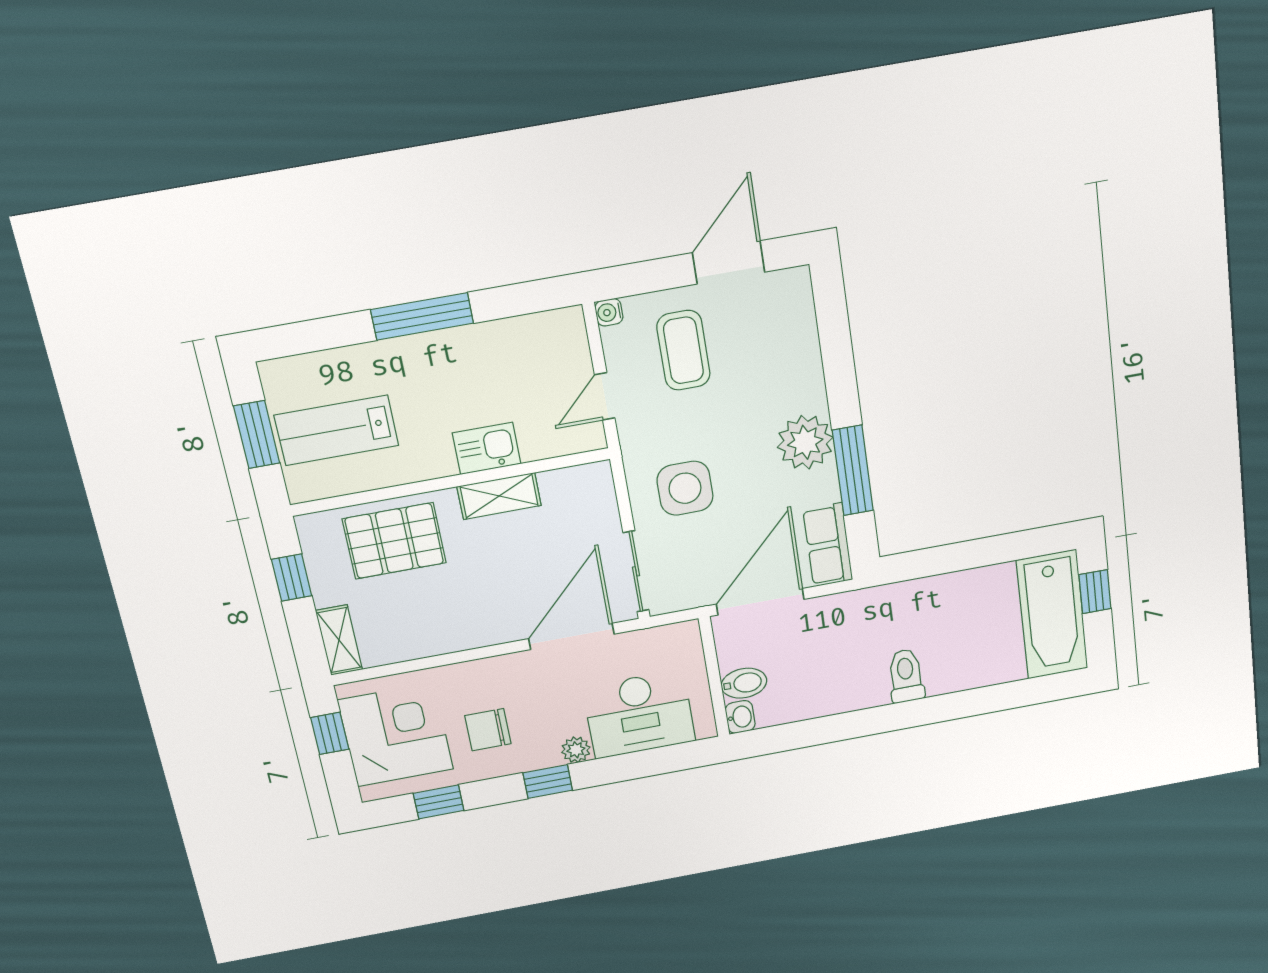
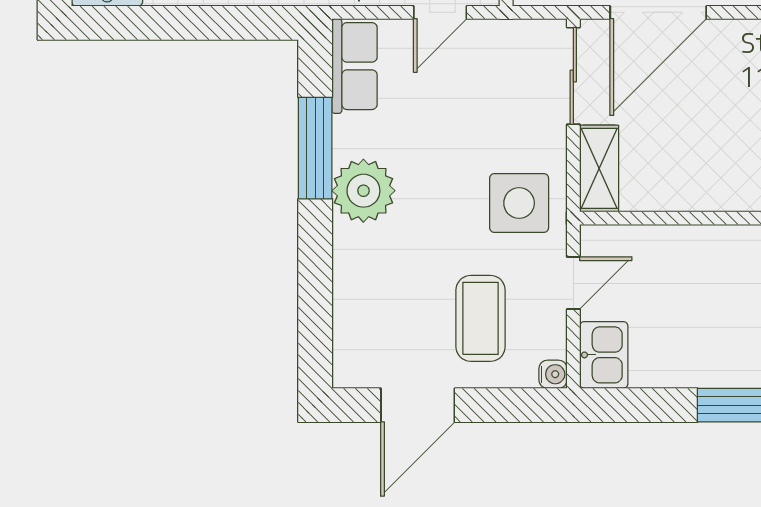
kitchen sink: (487, 448) -> (604, 355), moved, turned -90
side table: (685, 488) -> (519, 203), moved
shelving: (499, 496) -> (599, 168), moved, turned 90
door: (760, 602) -> (440, 12), width x0.53

